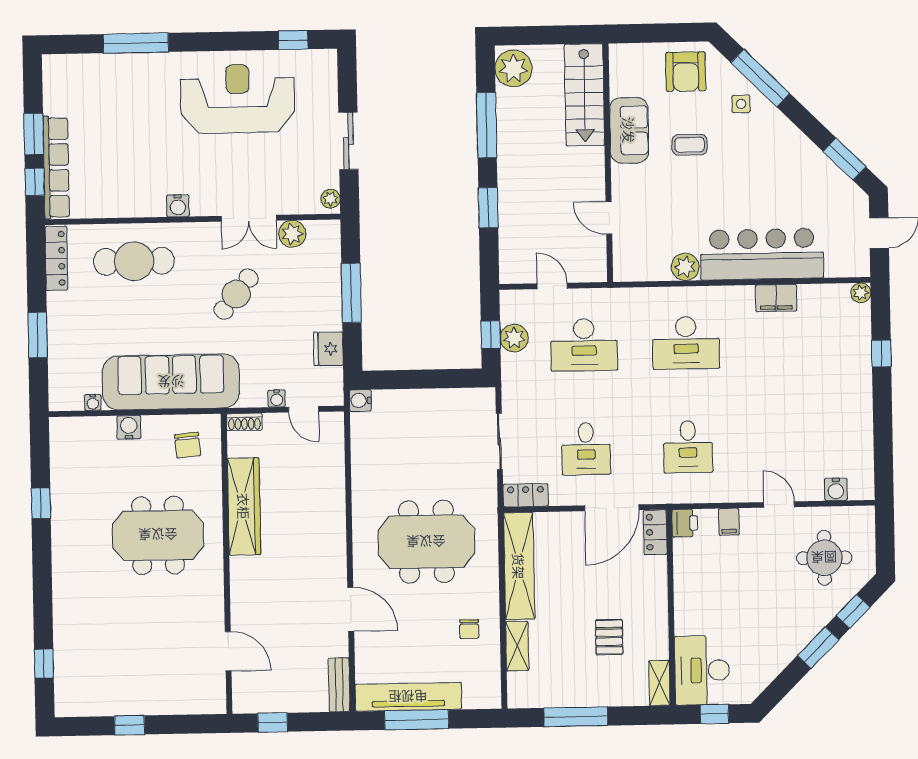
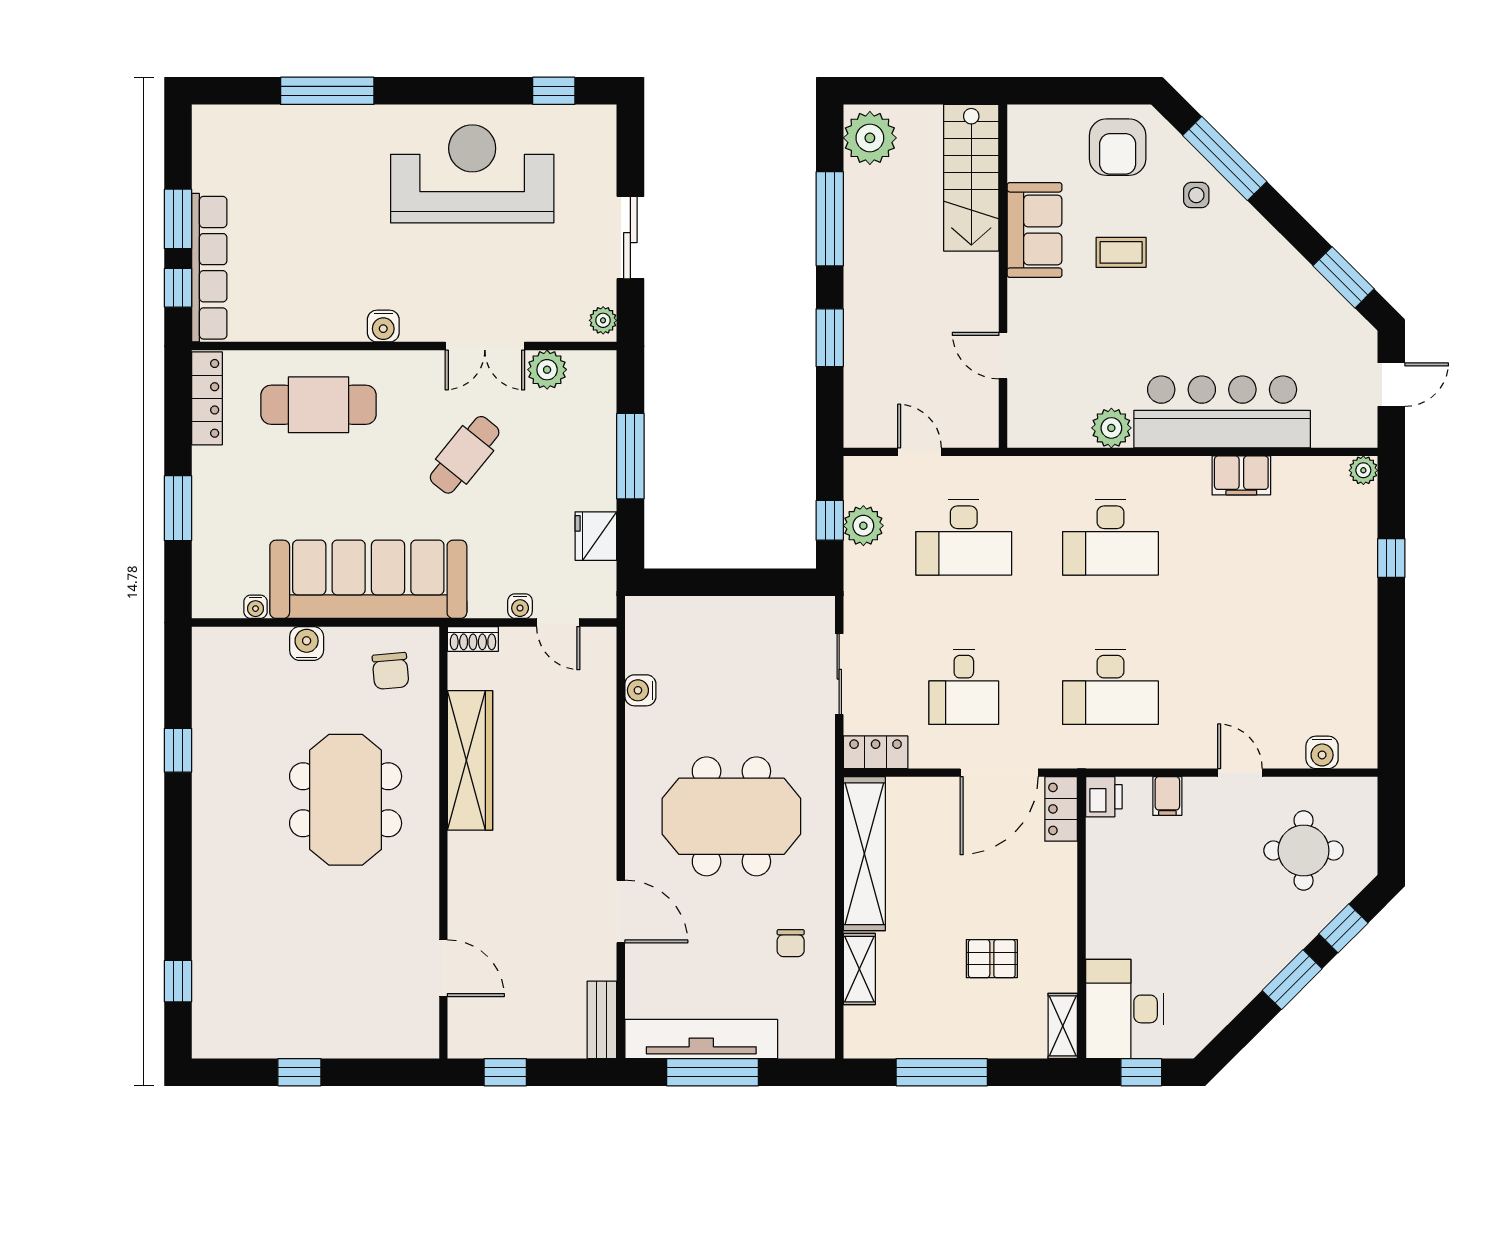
water cooler: (360, 400) -> (640, 690), moved
desk: (688, 447) -> (1110, 687), width x1.37
meeting table: (158, 535) -> (346, 800), turned 90
pallet: (609, 637) -> (992, 959), turned 90

